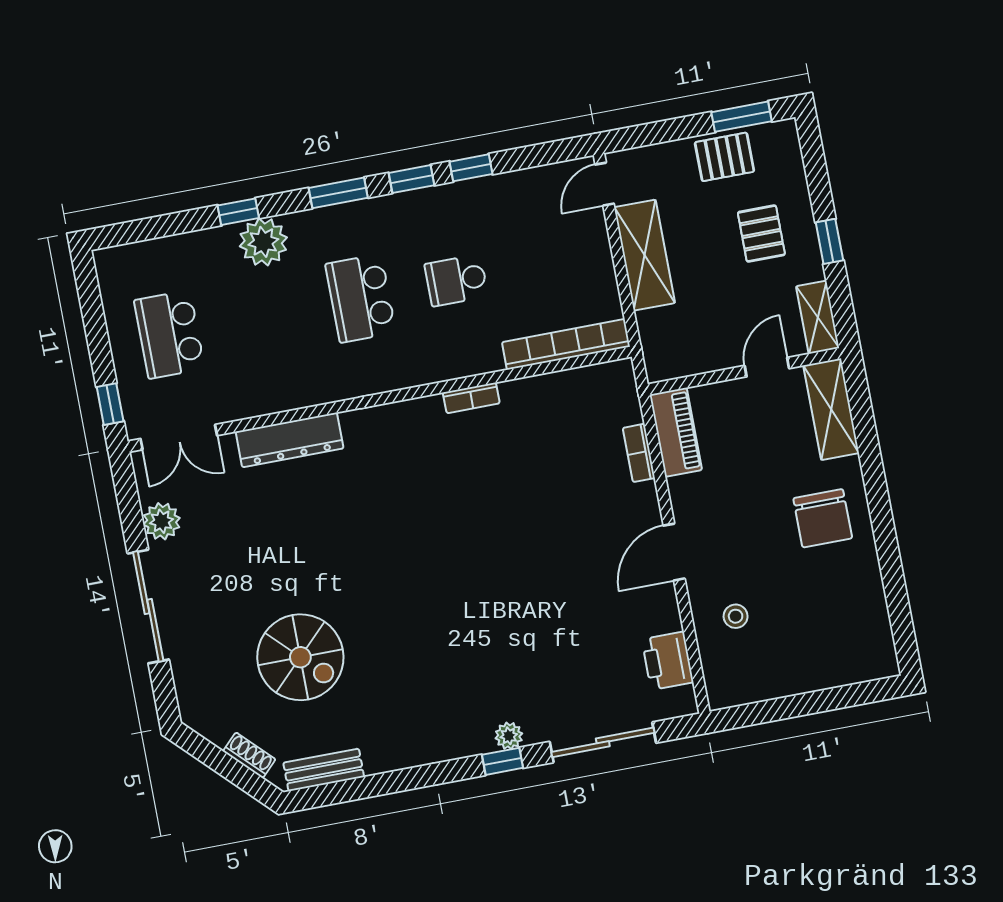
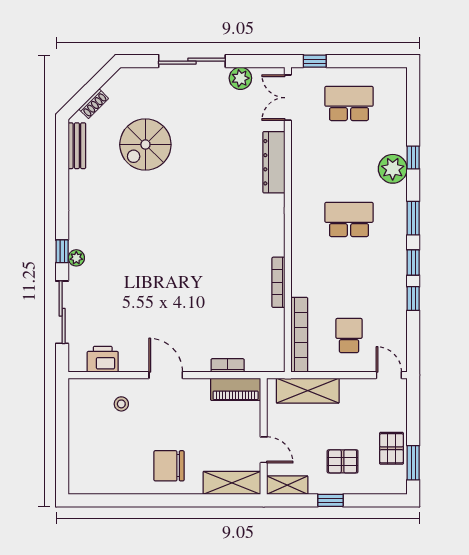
shelving: (645, 255) -> (308, 391), moved
school desk: (456, 280) -> (349, 336), moved
bookcase: (471, 398) -> (278, 282), width x1.56

